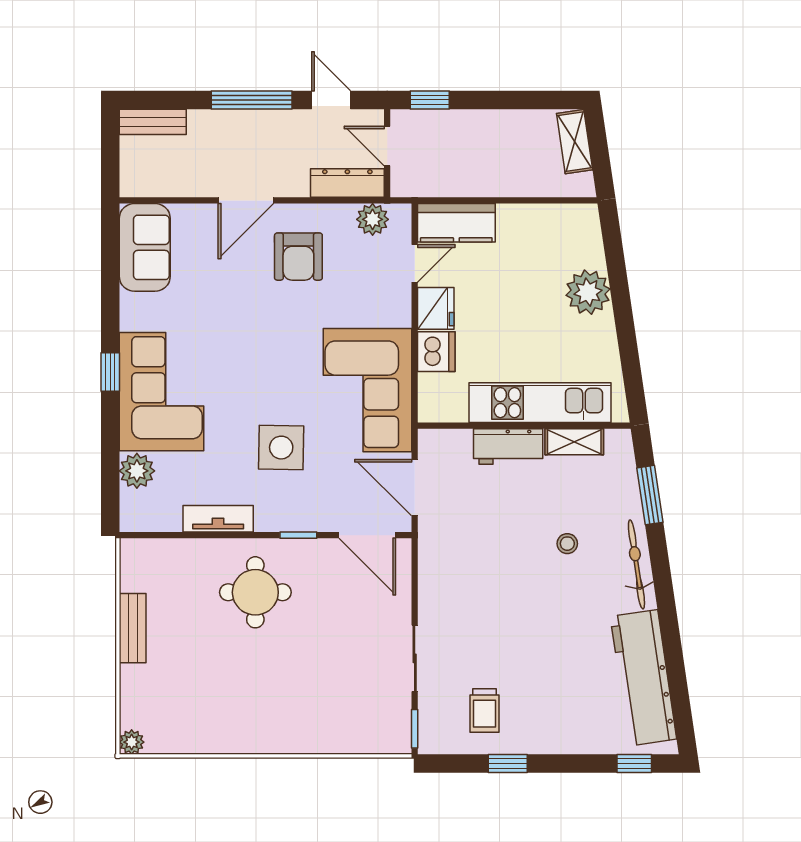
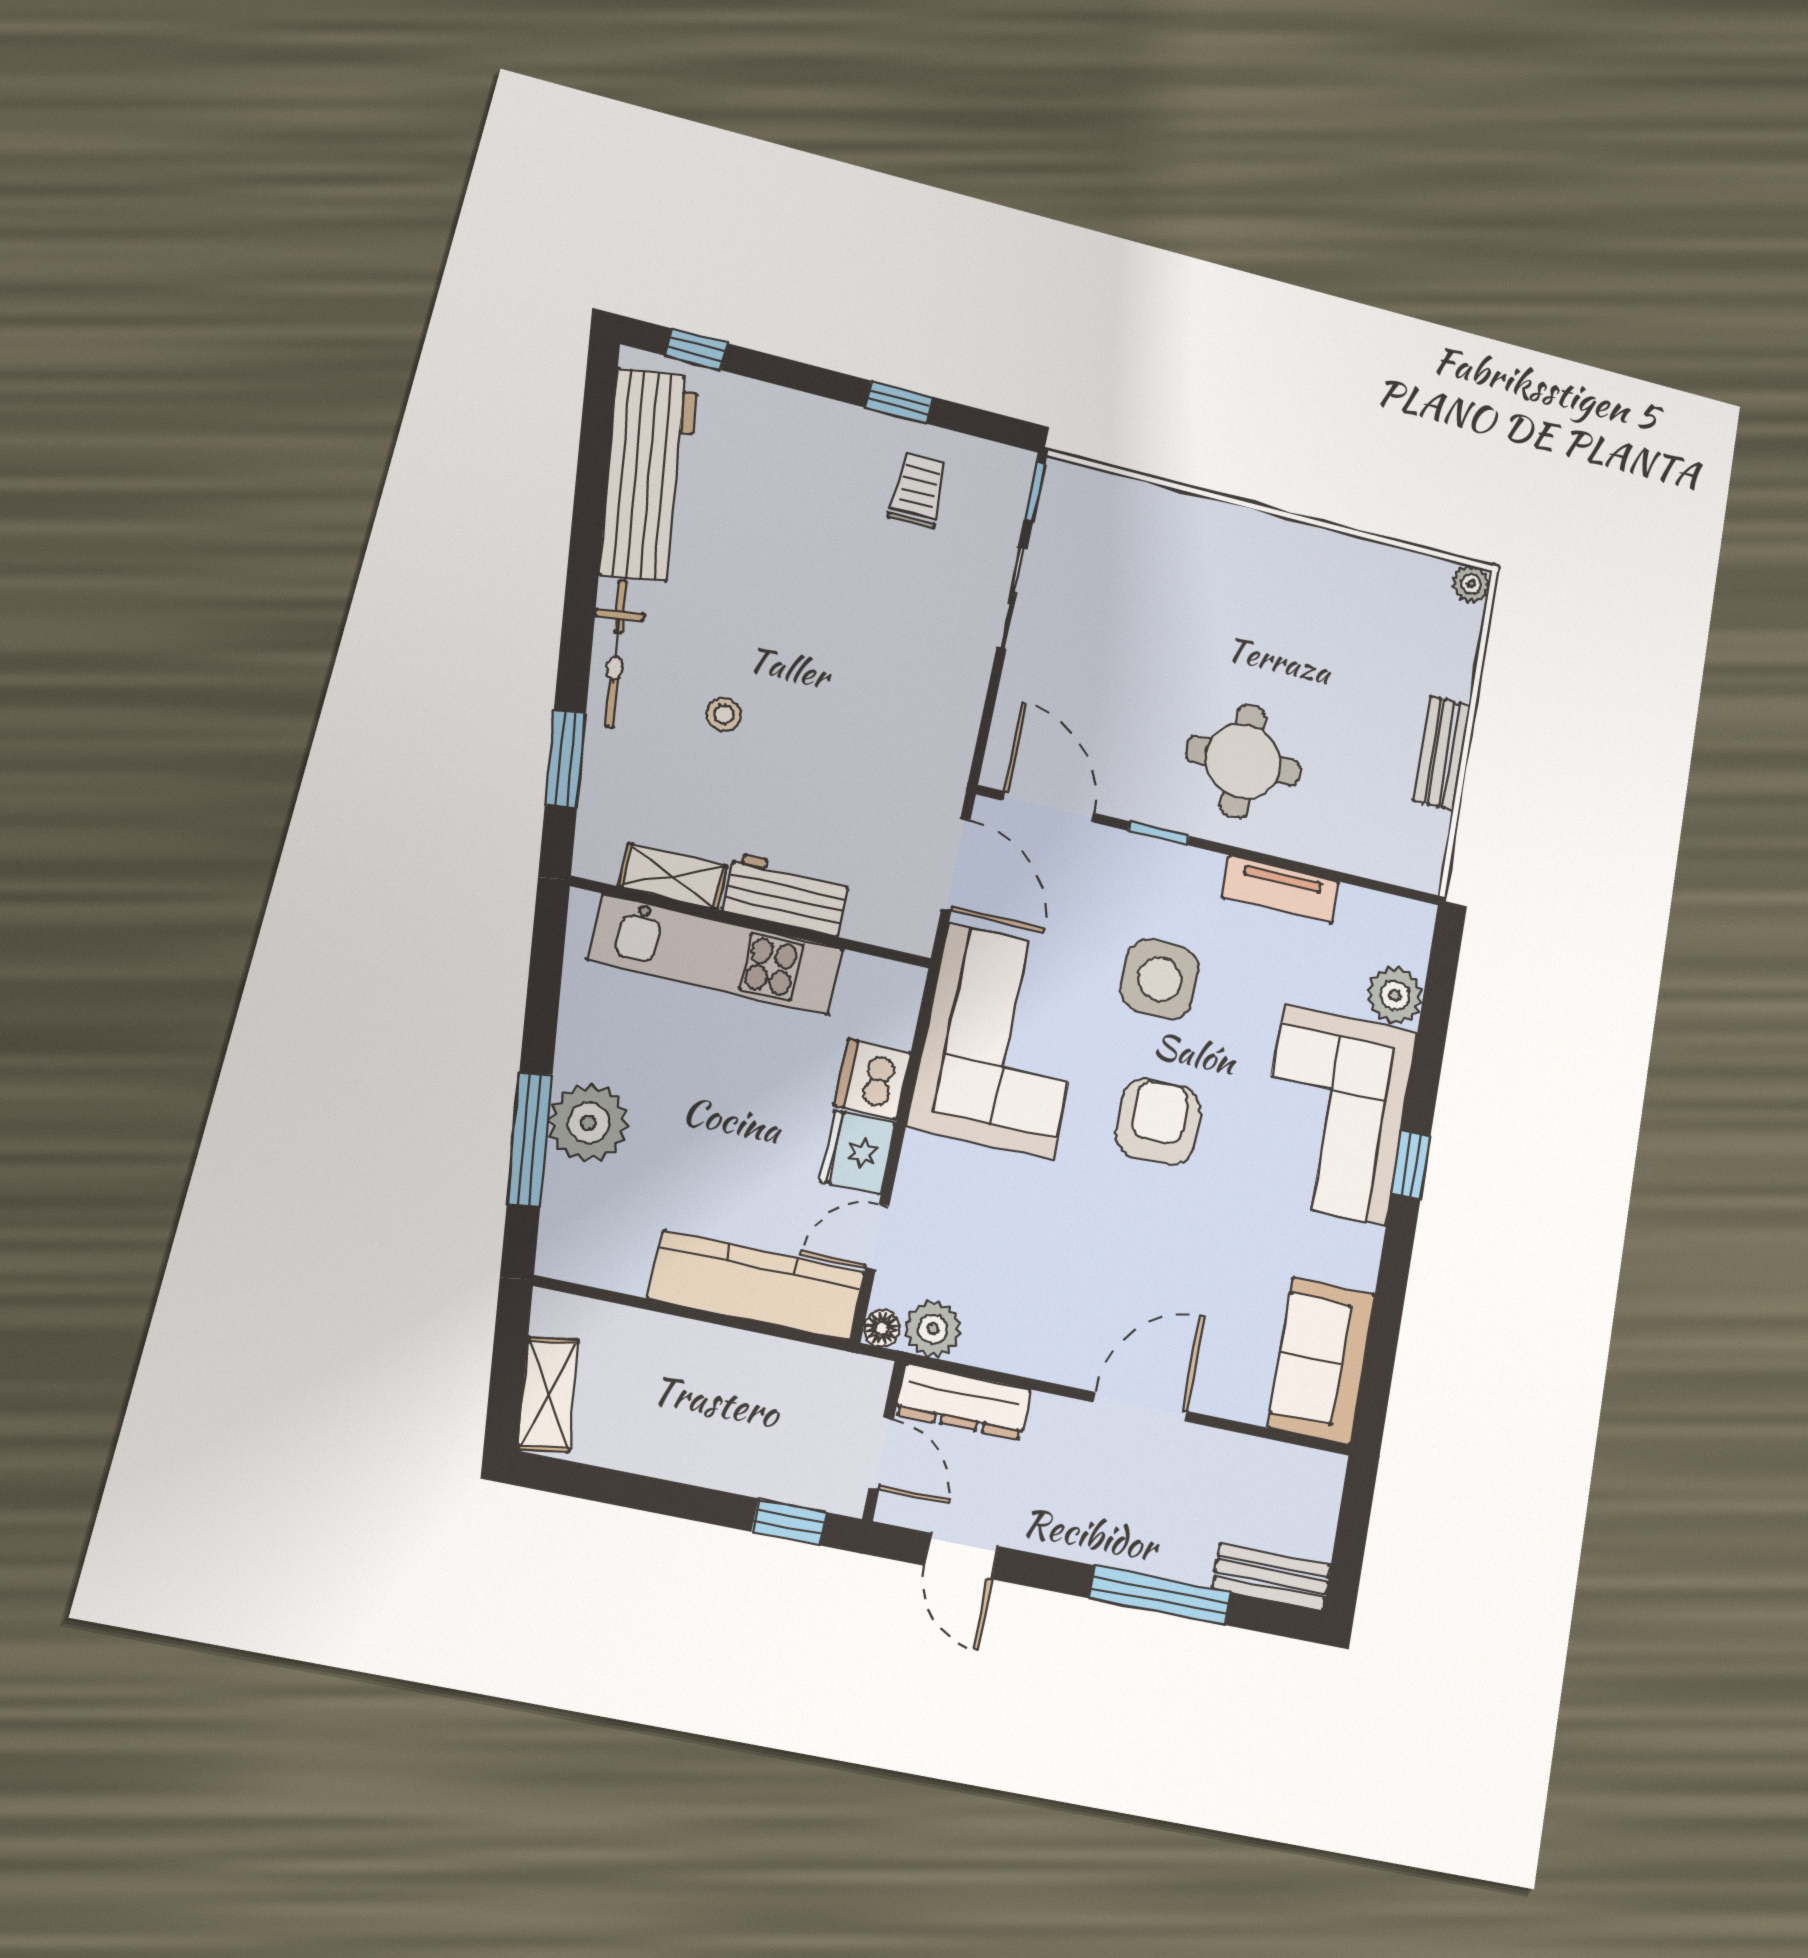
window: (252, 100) -> (1160, 1595), moved
floor lamp: (401, 214) -> (882, 1328), added
kitchen counter: (456, 223) -> (757, 1286), width x1.50
armchair: (298, 257) -> (1158, 1122), moved
window: (618, 276) -> (530, 1139), added

